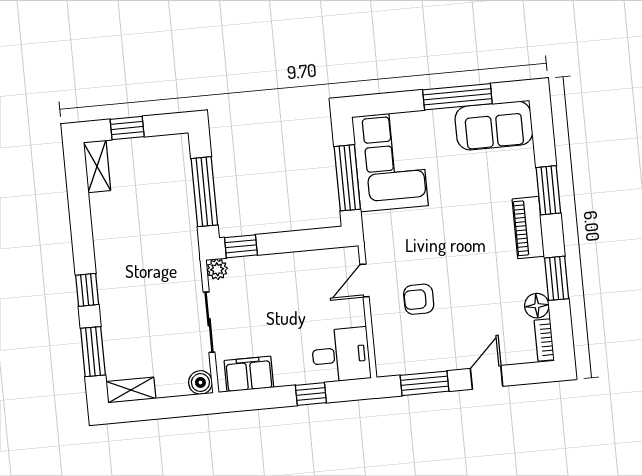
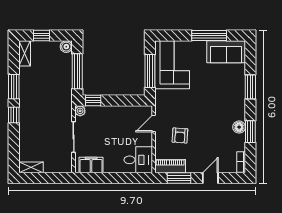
piano: (528, 228) -> (170, 166), moved, turned 90
armchair: (419, 299) -> (180, 136), turned -86
floor lamp: (537, 306) -> (239, 127), moved
window: (93, 352) -> (14, 87), moved
boiler: (200, 382) -> (66, 47), moved
window: (311, 394) -> (121, 178), removed

